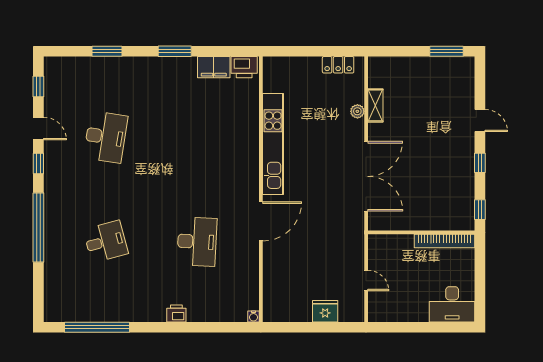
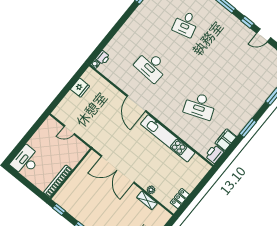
desk: (106, 137) -> (200, 106), moved, turned -30
fridge: (325, 311) -> (80, 88), moved
printer: (176, 313) -> (103, 58), moved

